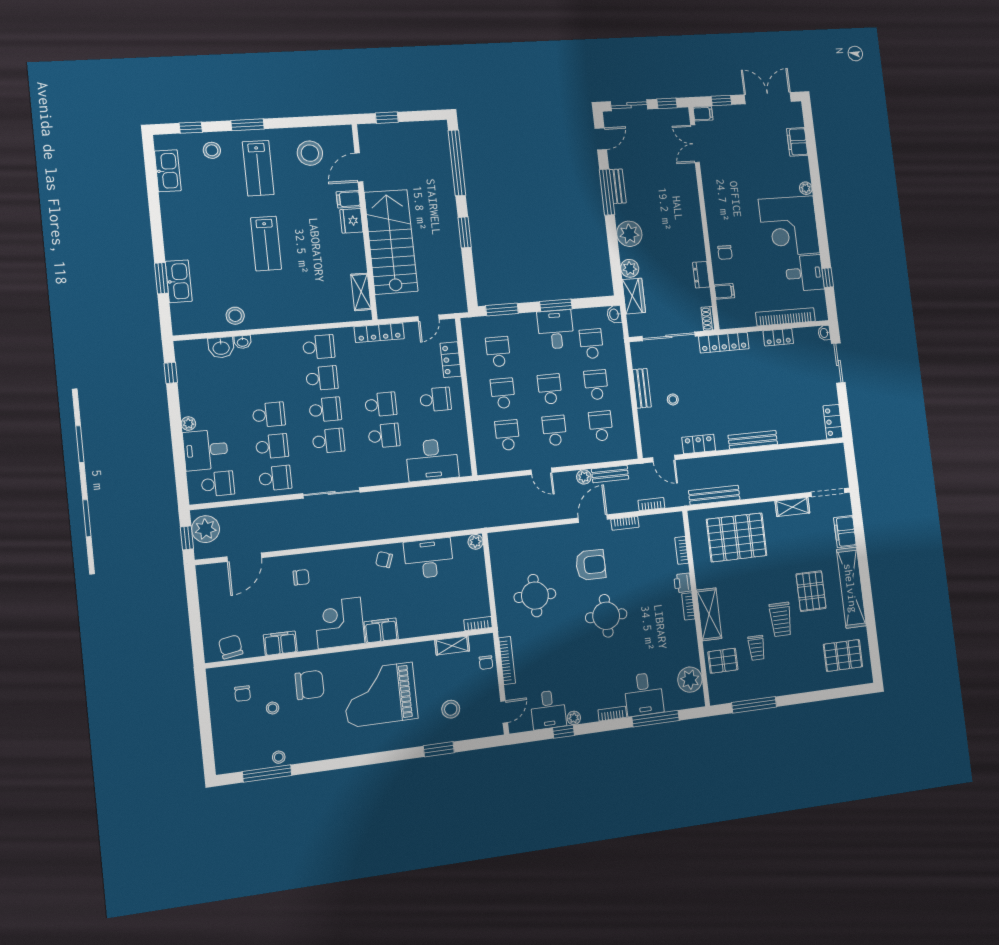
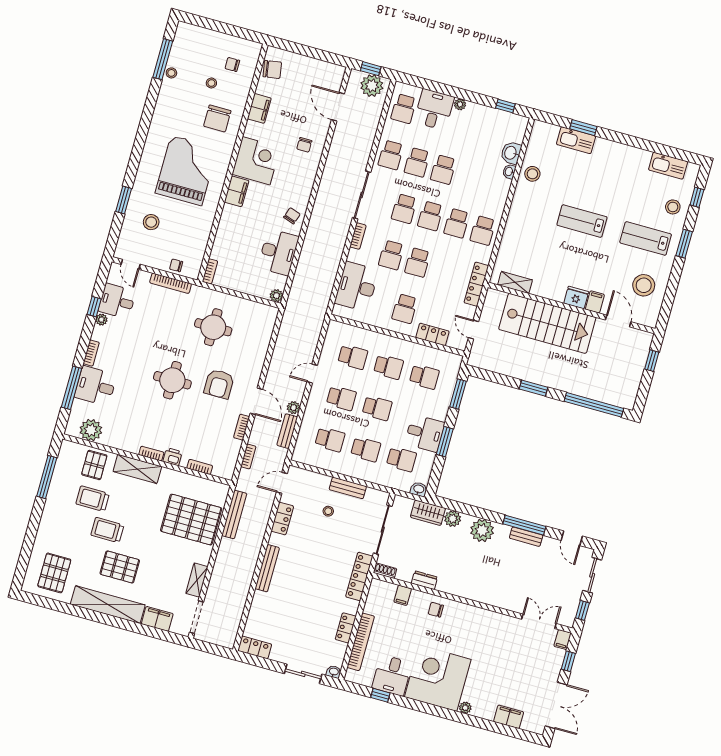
bookcase: (378, 480) -> (358, 236), added
pallet: (737, 537) -> (191, 520), turned 90
shelving: (452, 646) -> (201, 243), removed
trolley: (757, 648) -> (93, 499), width x1.36, depth x1.39

